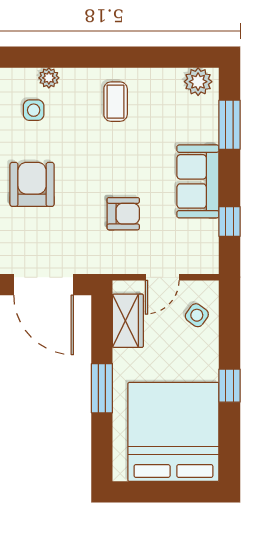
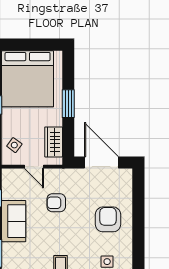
armchair: (32, 184) -> (108, 219), turned 180
door: (162, 277) -> (34, 167), swing flipped

